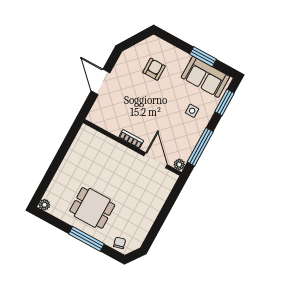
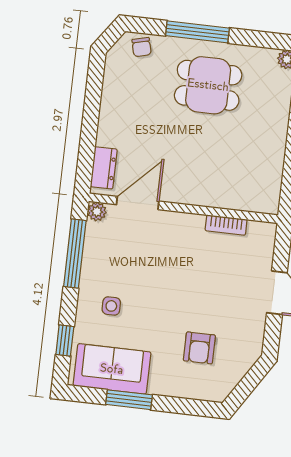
window: (224, 102) -> (65, 340), width x0.67
bookcase: (131, 139) -> (226, 225), moved
door: (156, 160) -> (138, 203), swing flipped
dresser: (166, 186) -> (104, 168), added

